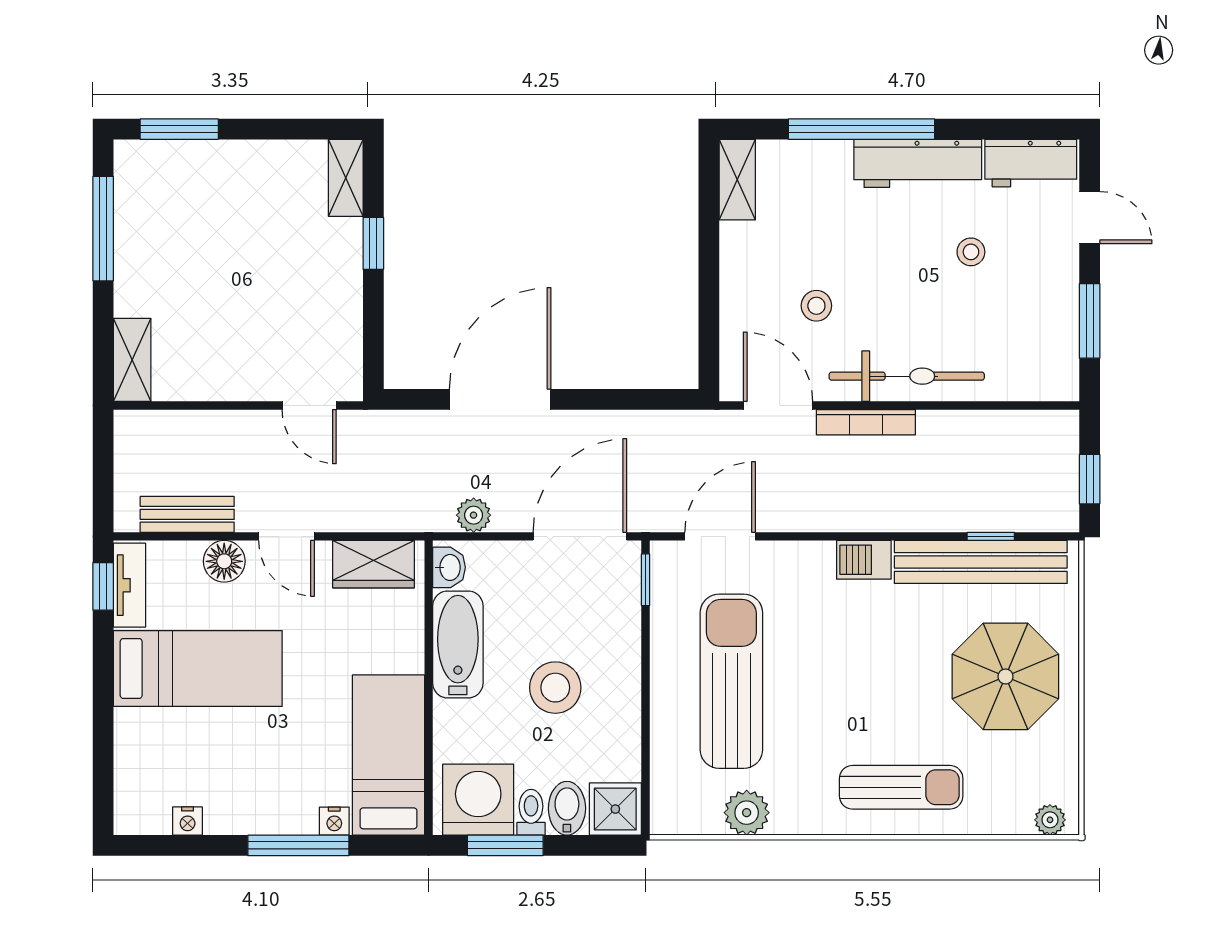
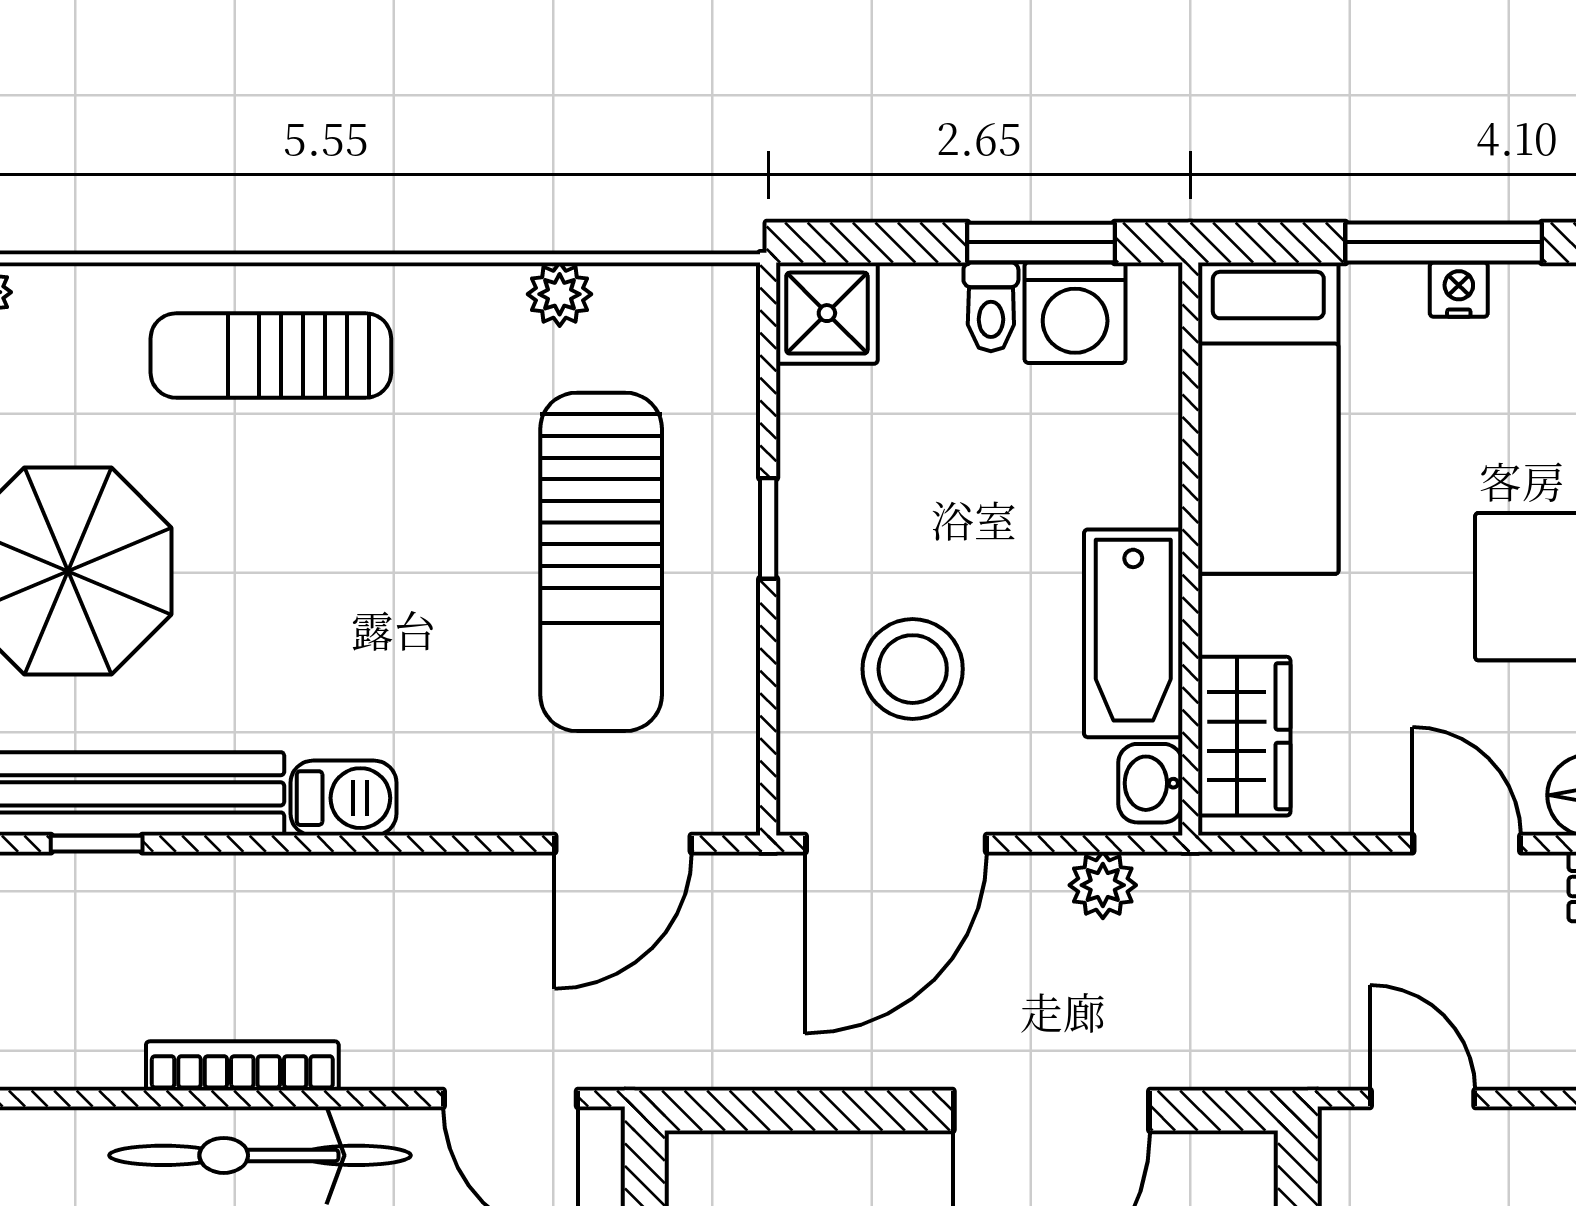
bookcase: (866, 422) -> (242, 1066), moved
wardrobe: (374, 564) -> (1244, 736), moved, turned 90
window: (646, 580) -> (768, 528), moved
stool: (555, 688) -> (913, 669), moved
washing machine: (478, 800) -> (1075, 313), width x0.73, depth x0.73
bidet: (567, 808) -> (921, 315), removed
plant: (747, 813) -> (560, 294), width x0.73, depth x0.73
nightstand: (334, 821) -> (1459, 290), moved

